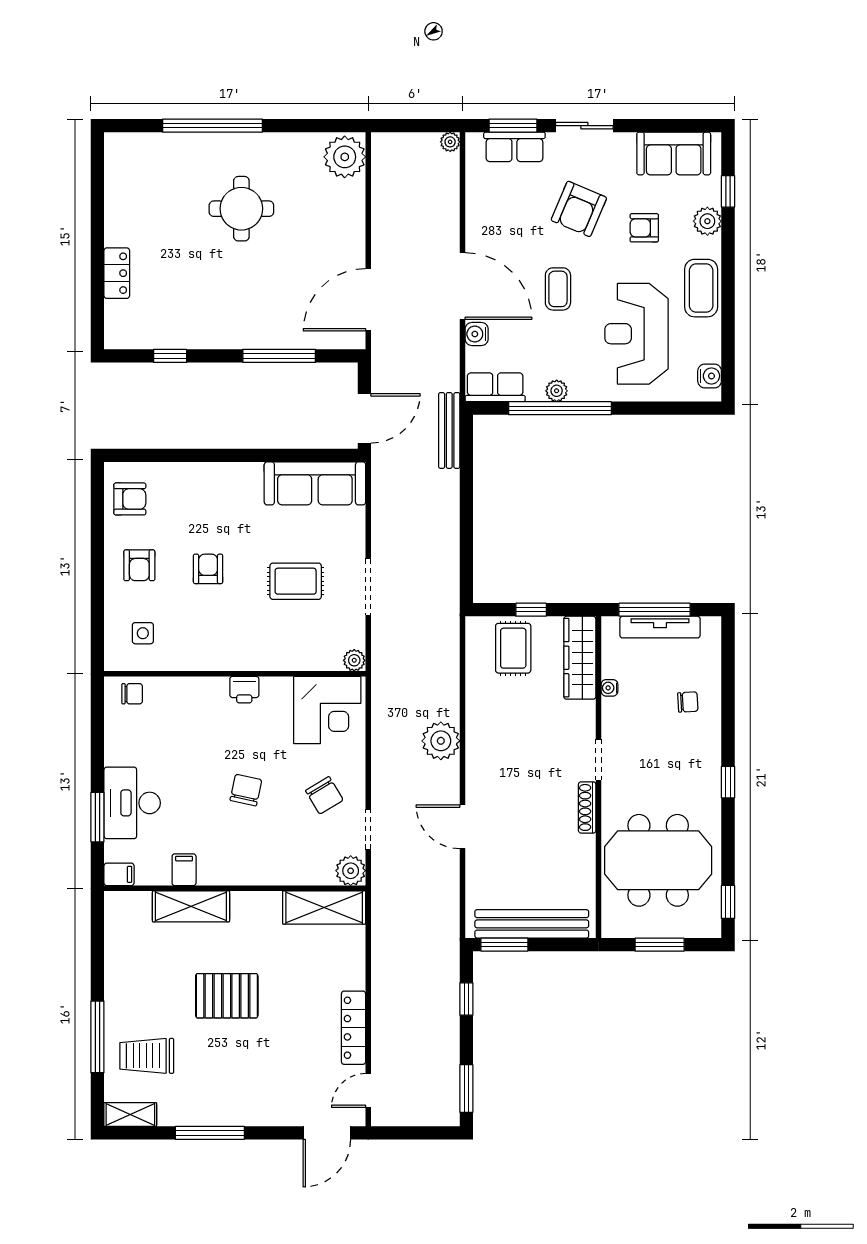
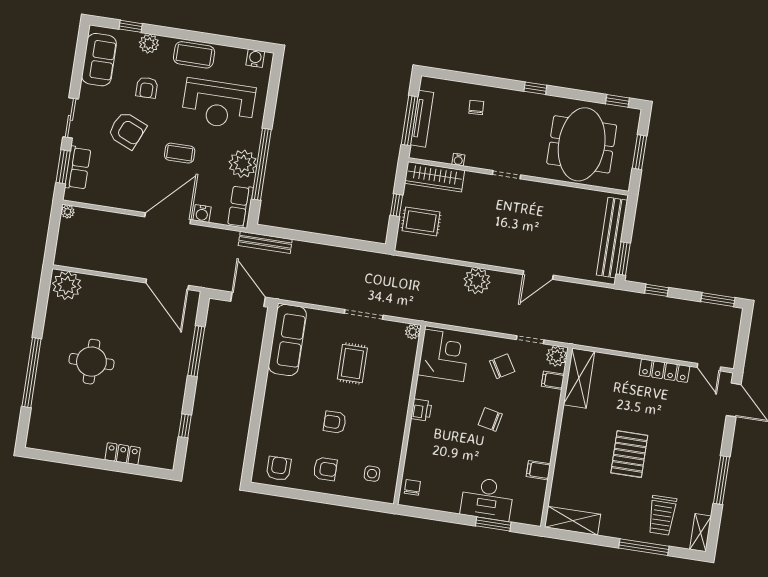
plant: (557, 391) -> (243, 164), width x1.88, depth x1.88
shoe rack: (587, 807) -> (538, 187), removed
filing cabinet: (119, 874) -> (553, 380), moved, turned -90
shelving: (191, 906) -> (573, 521), moved, turned 90

